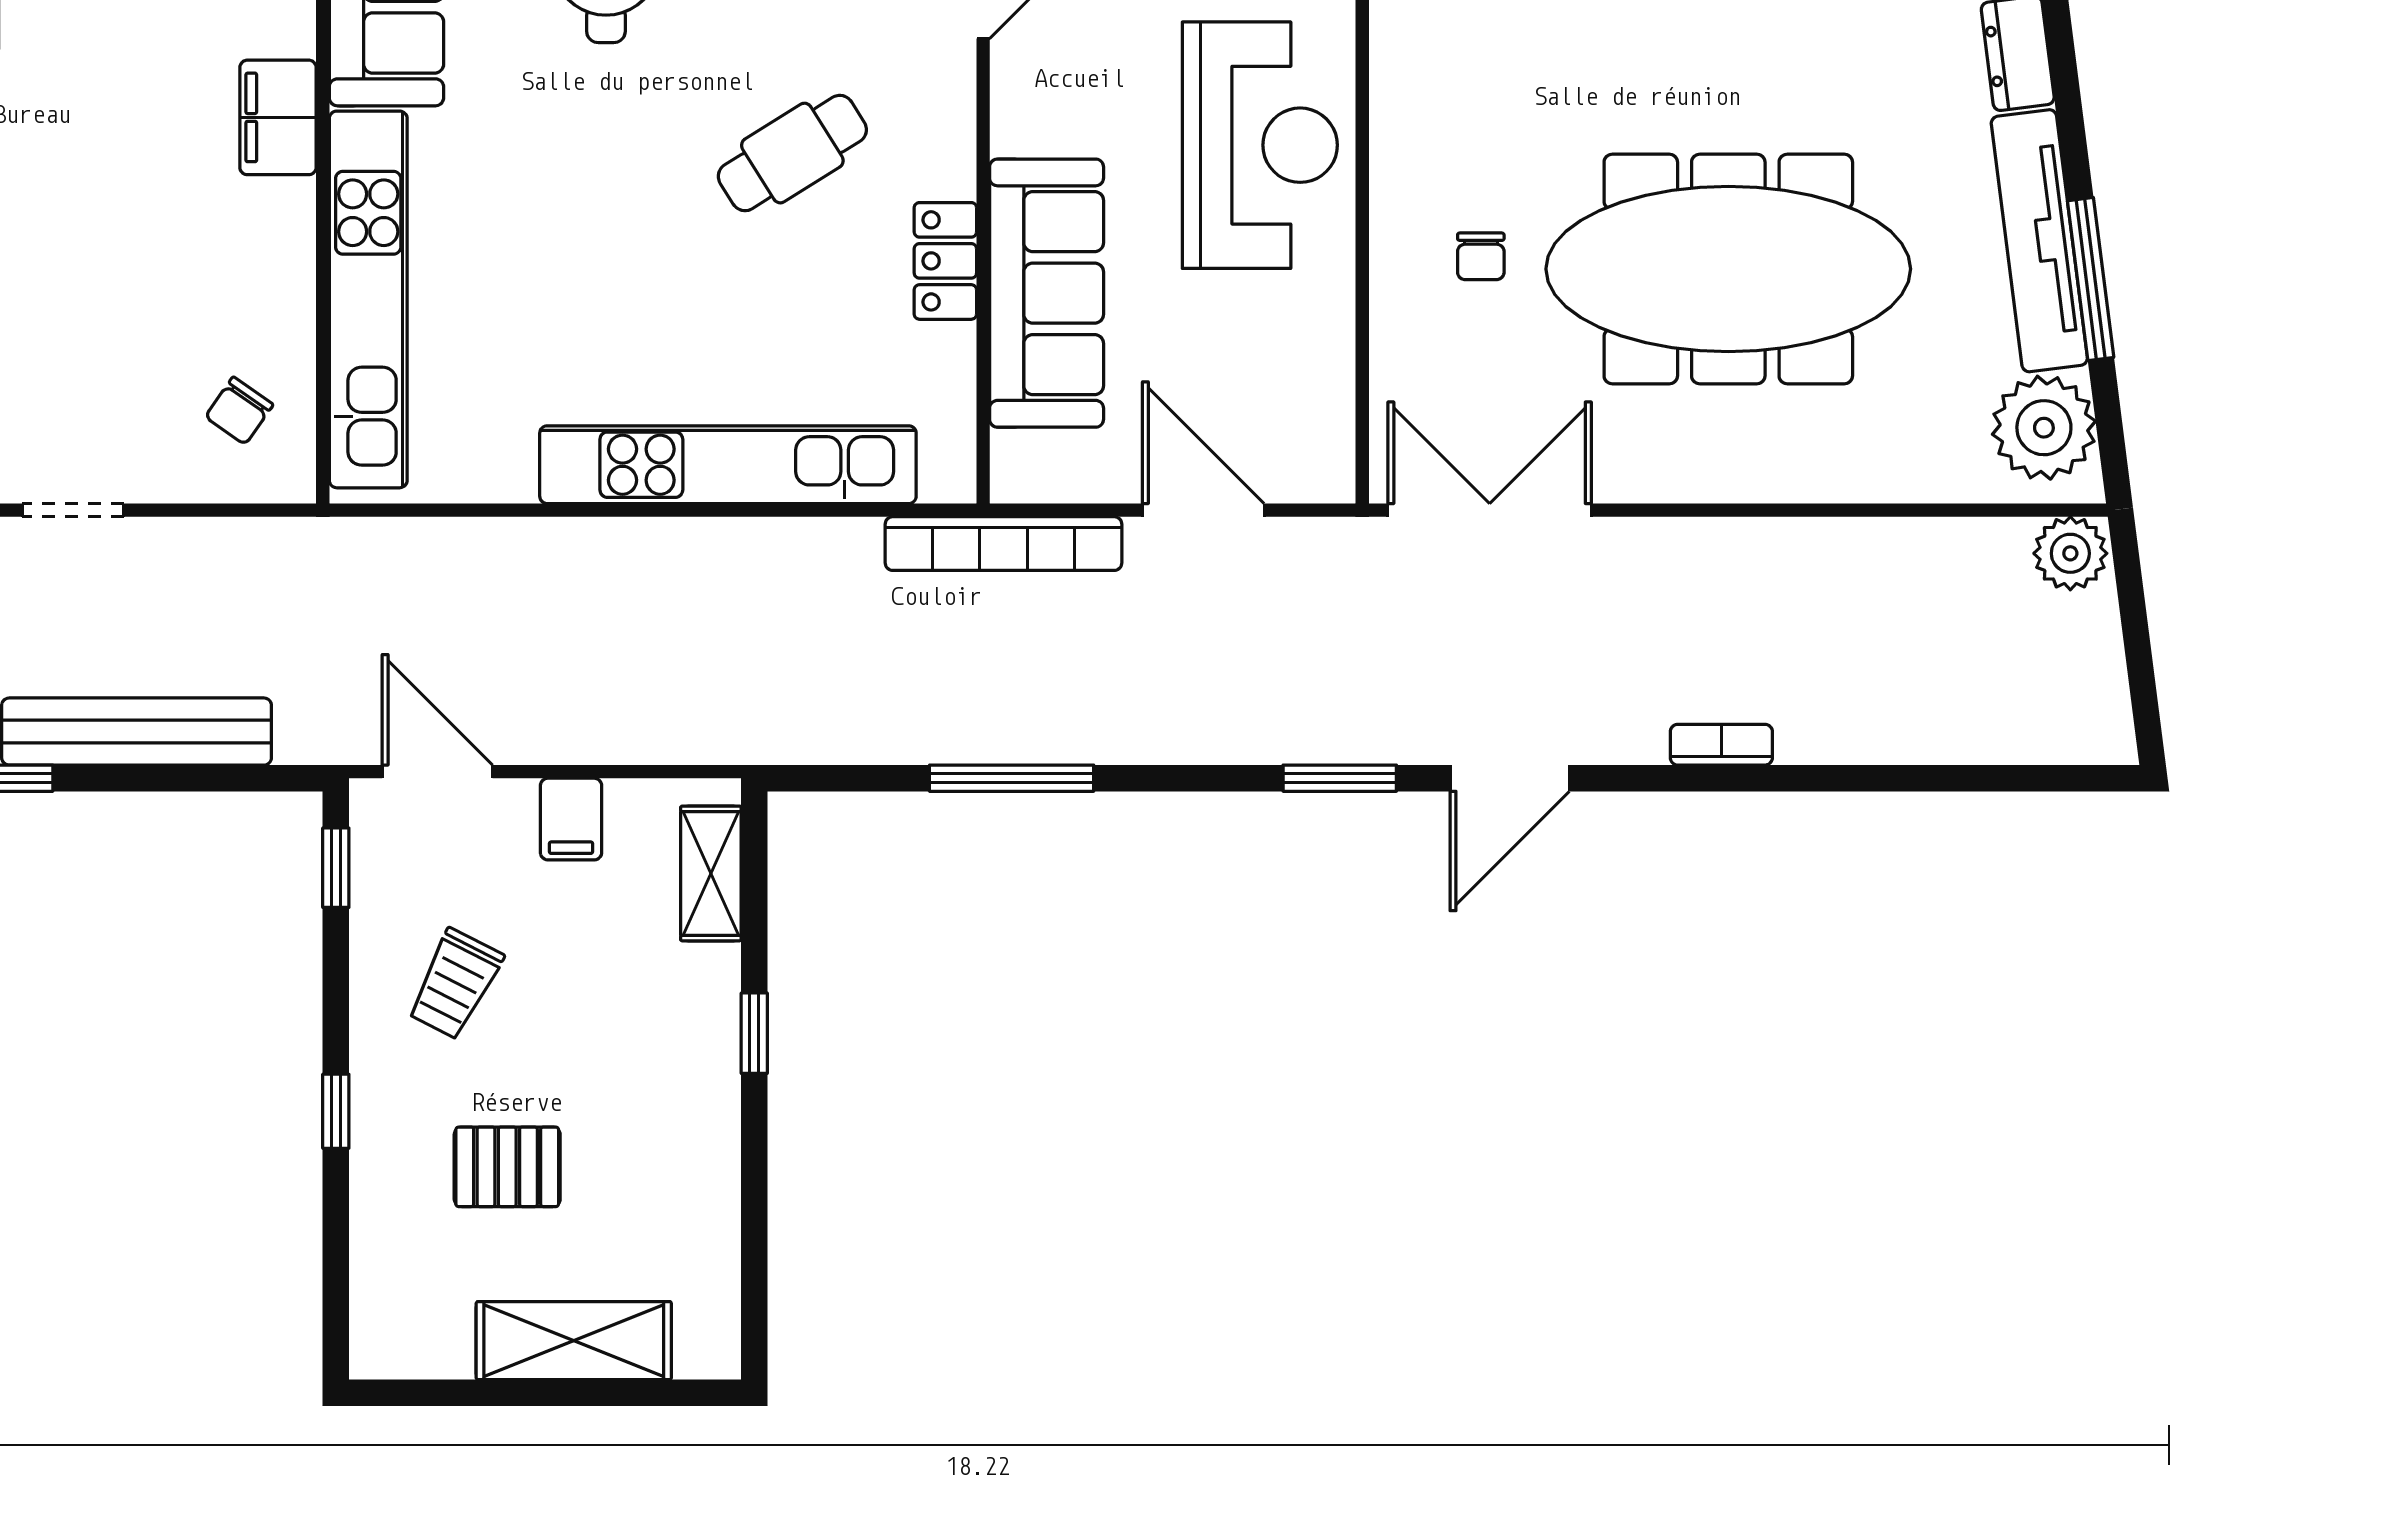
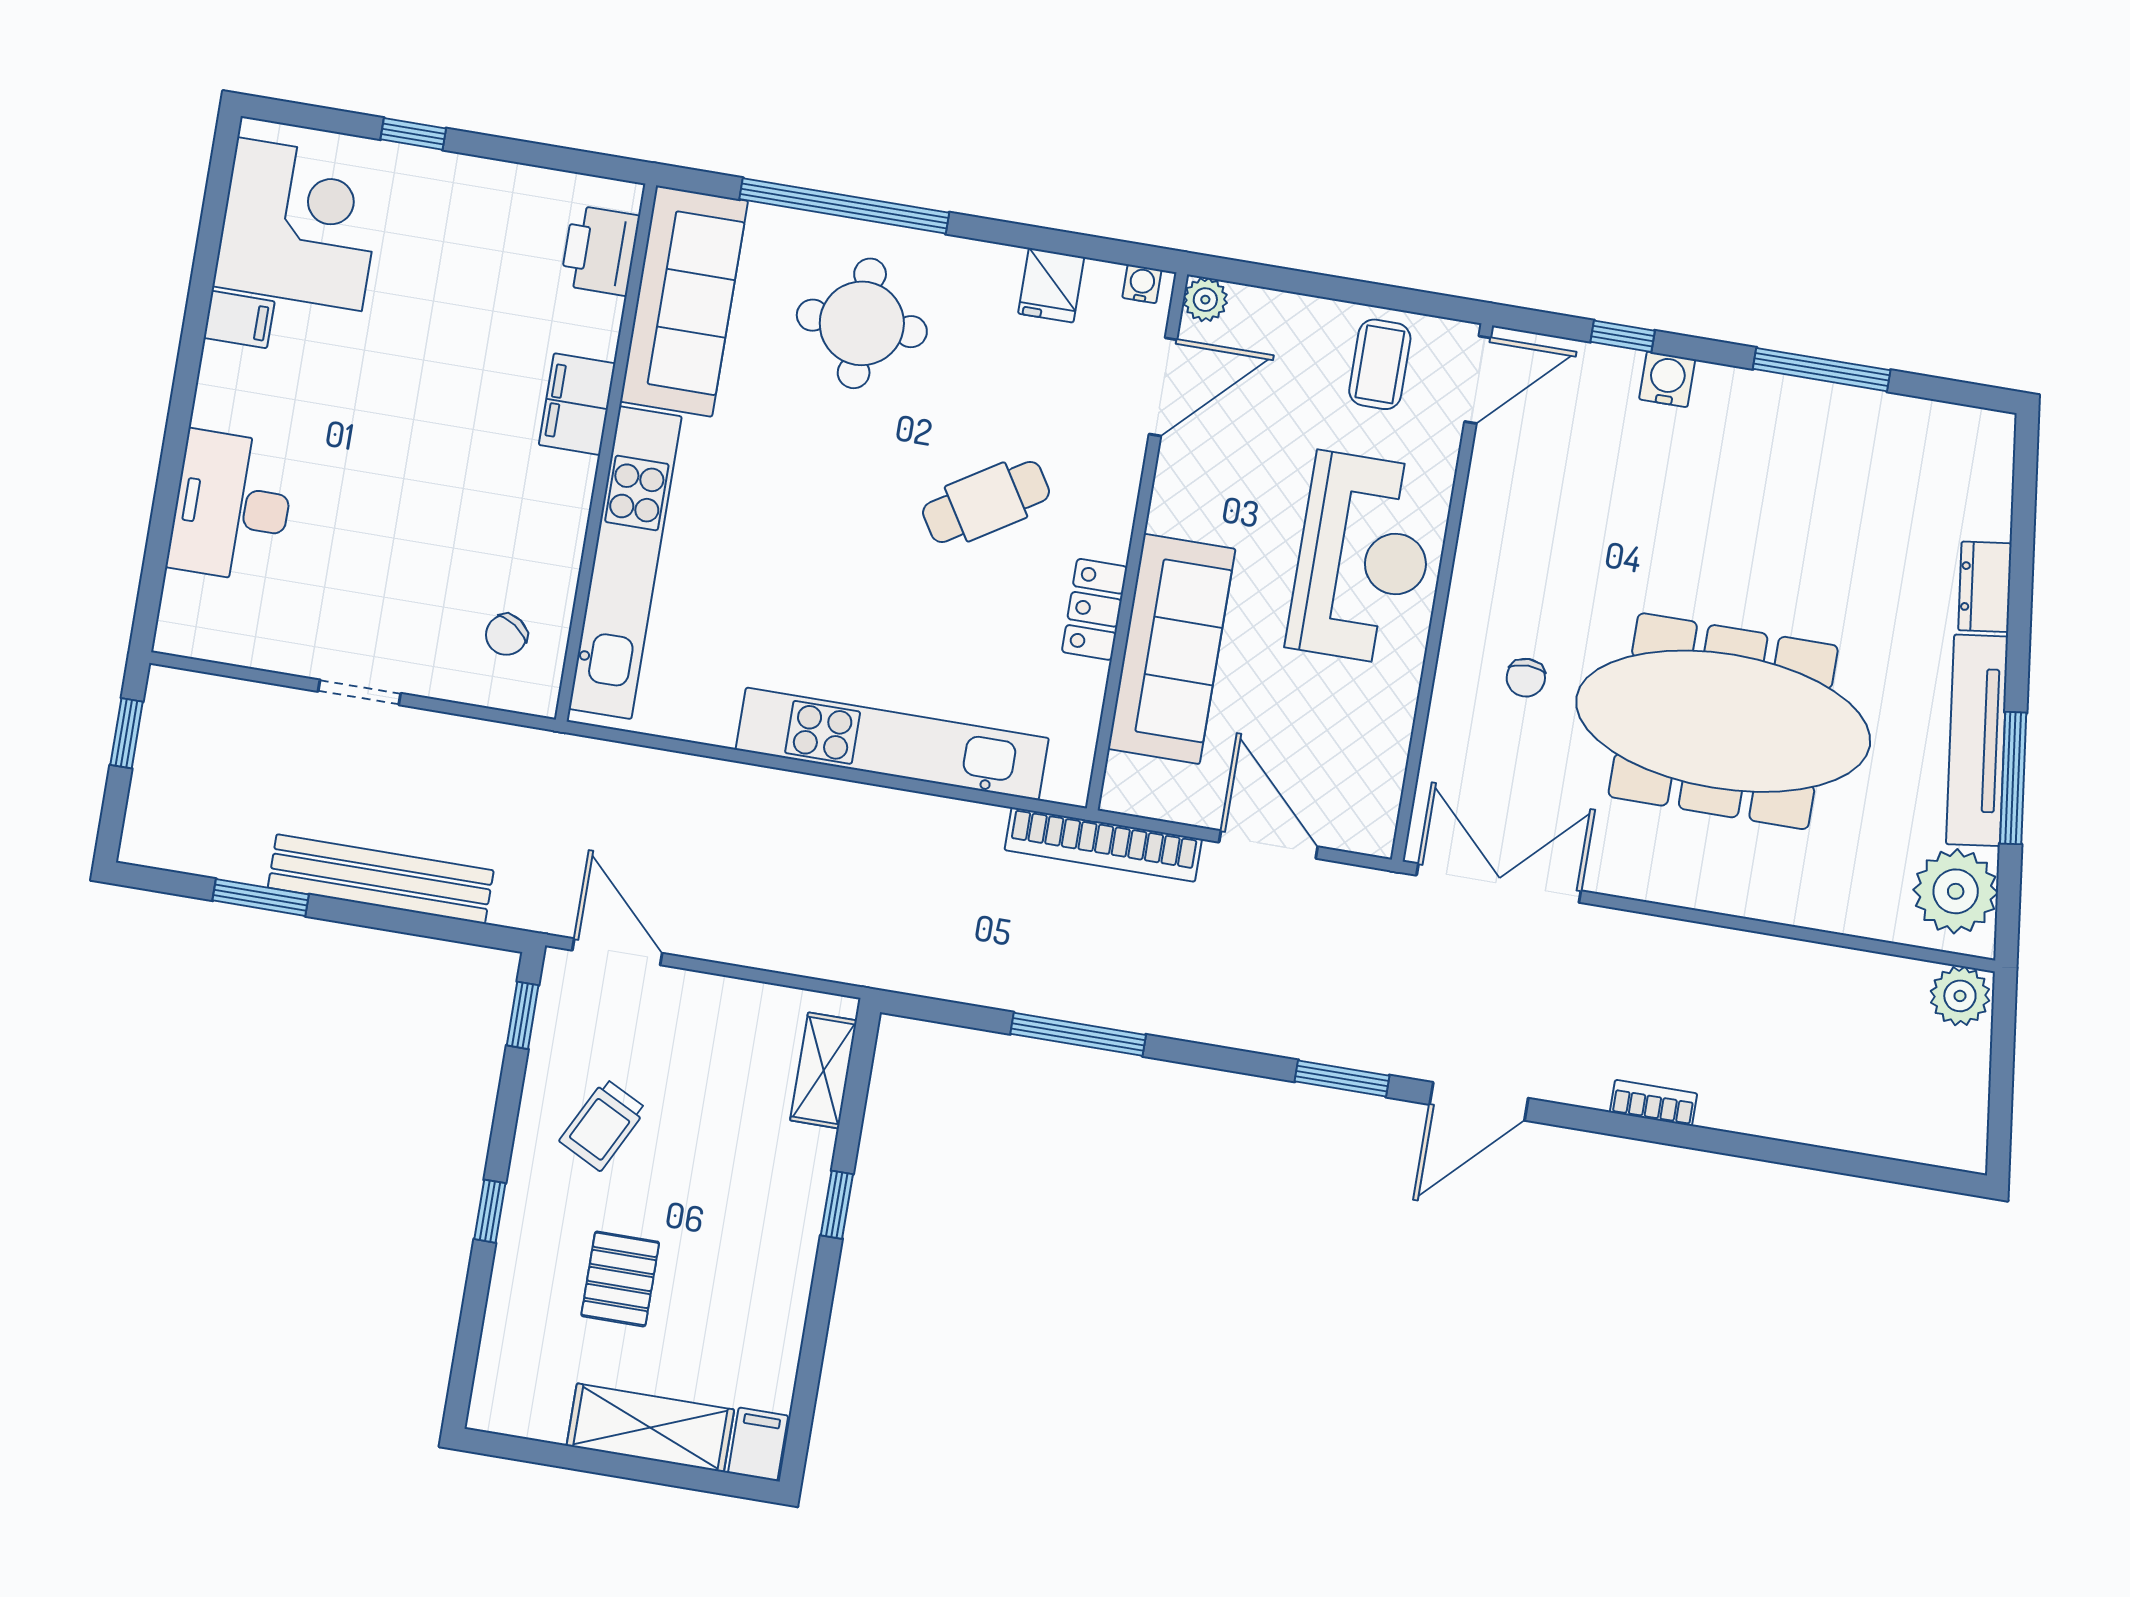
filing cabinet: (571, 819) -> (758, 1444), moved, turned 180
pallet: (507, 1167) -> (620, 1279), turned 90

